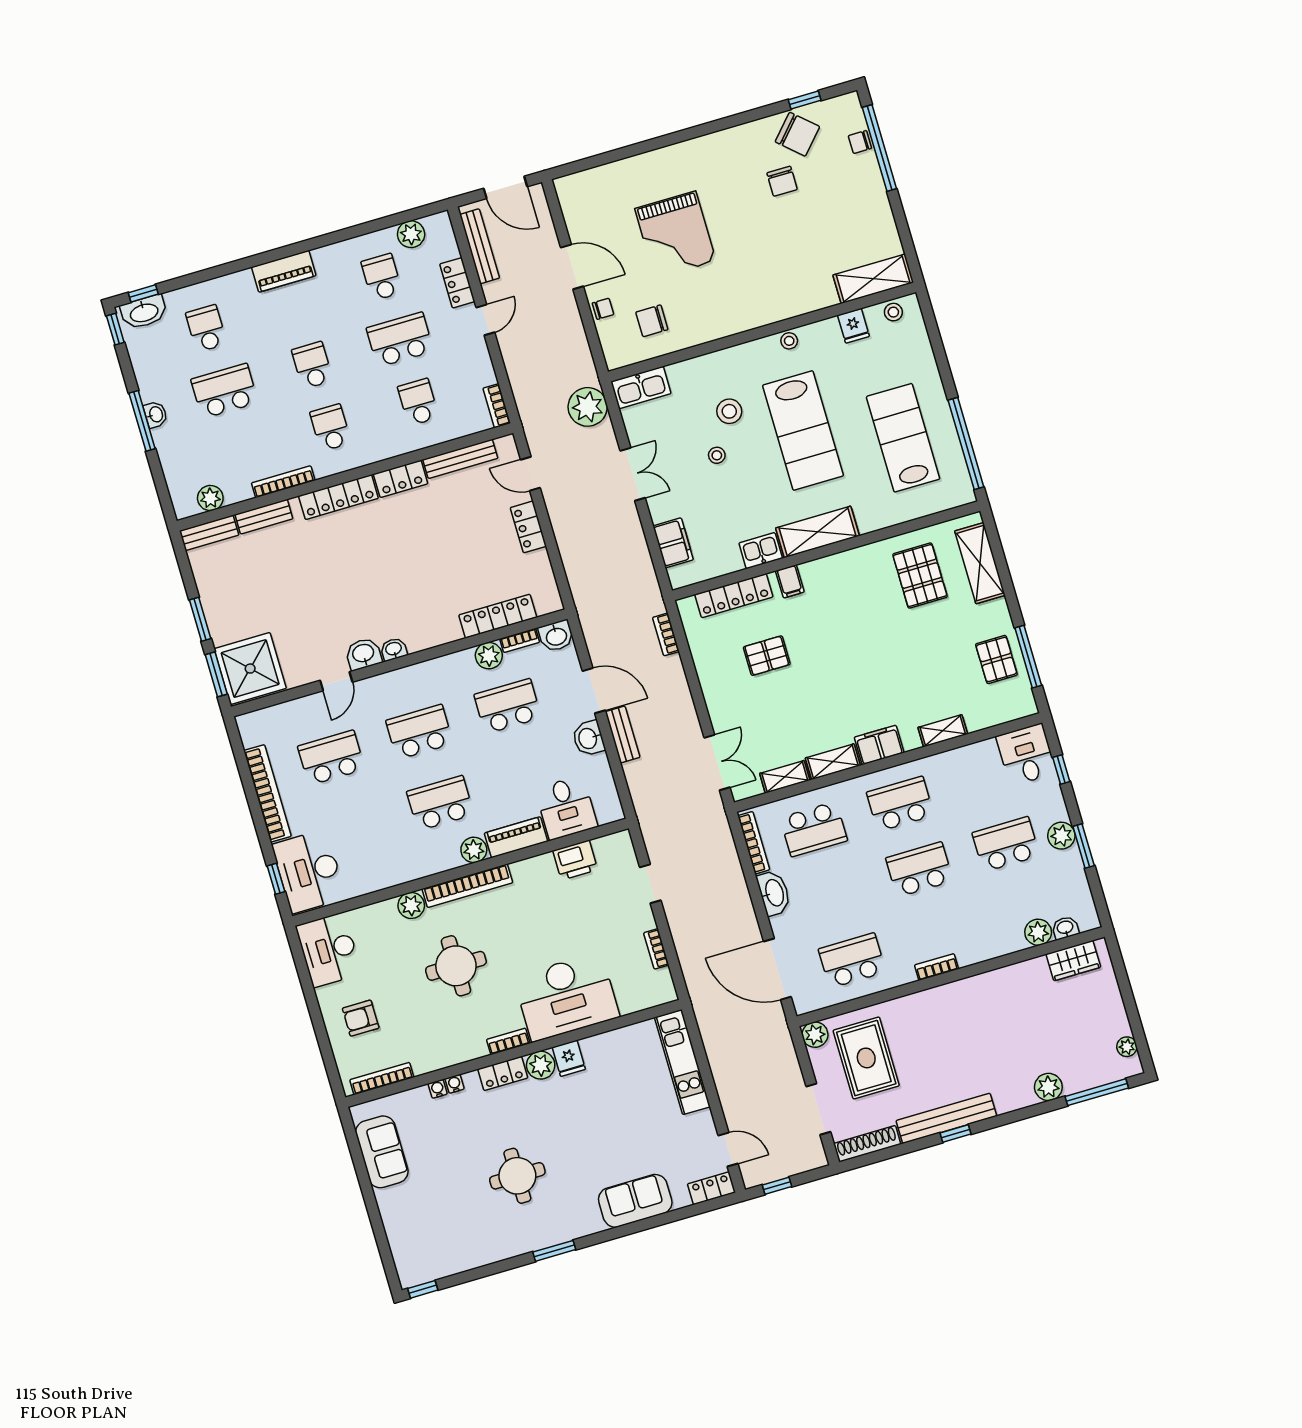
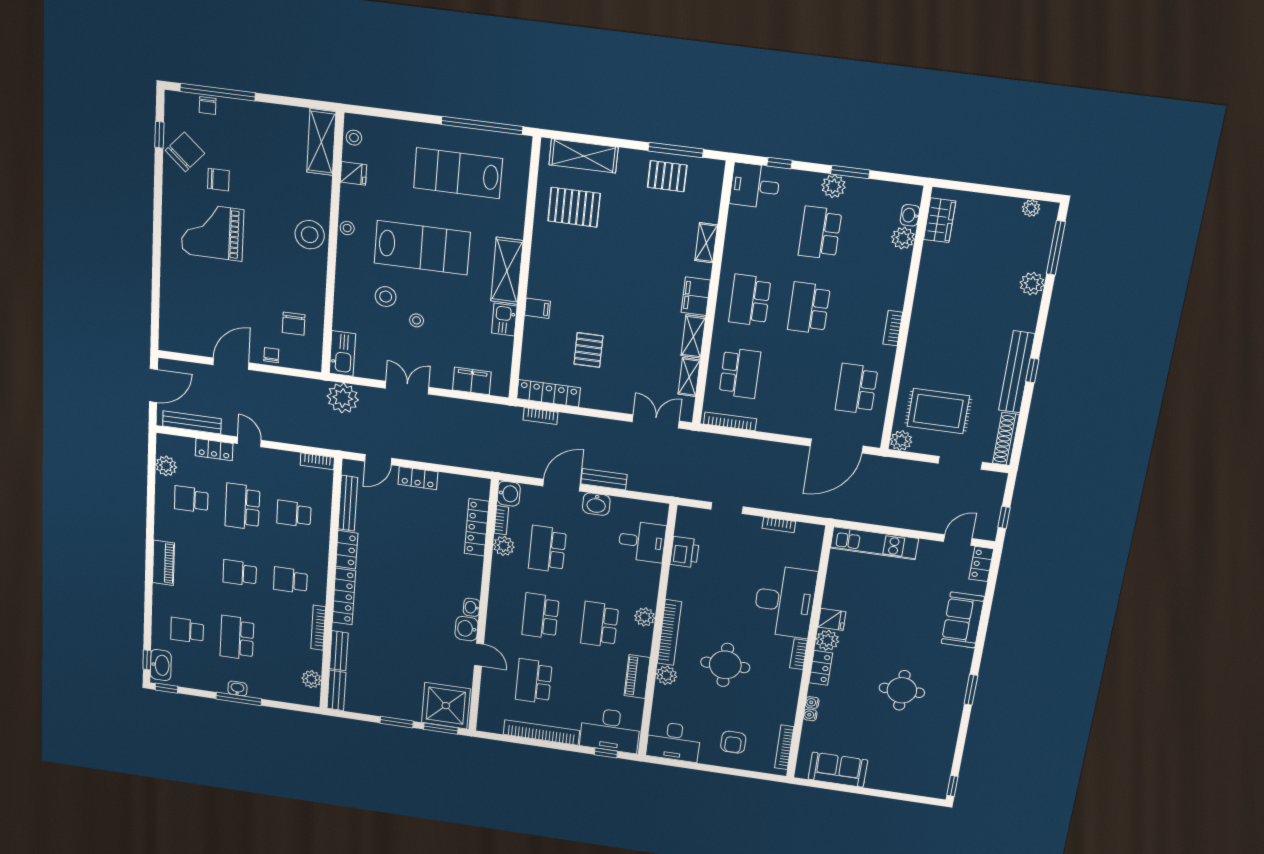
grand piano: (675, 235) -> (212, 232), moved, turned 180
stool: (763, 303) -> (310, 235), added
locker: (734, 596) -> (548, 393), moved, turned -90
piano: (516, 837) -> (637, 677), moved
washbasin: (774, 893) -> (776, 423), removed

